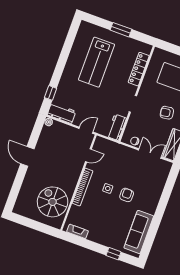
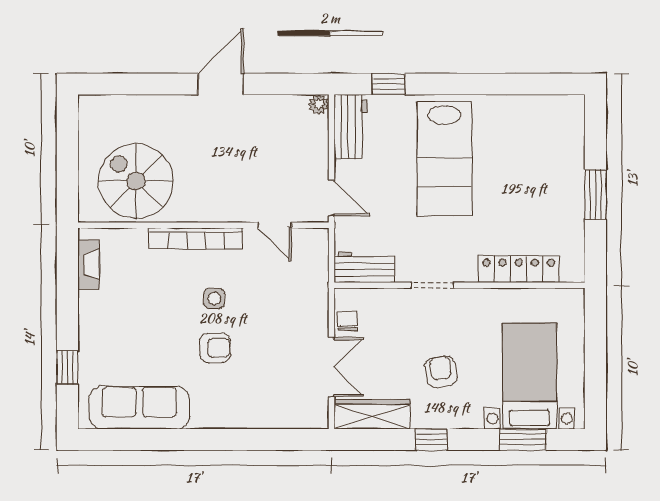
lab bench: (97, 62) -> (444, 158), moved, turned -90
spiral stairs: (53, 202) -> (136, 181), turned -90

